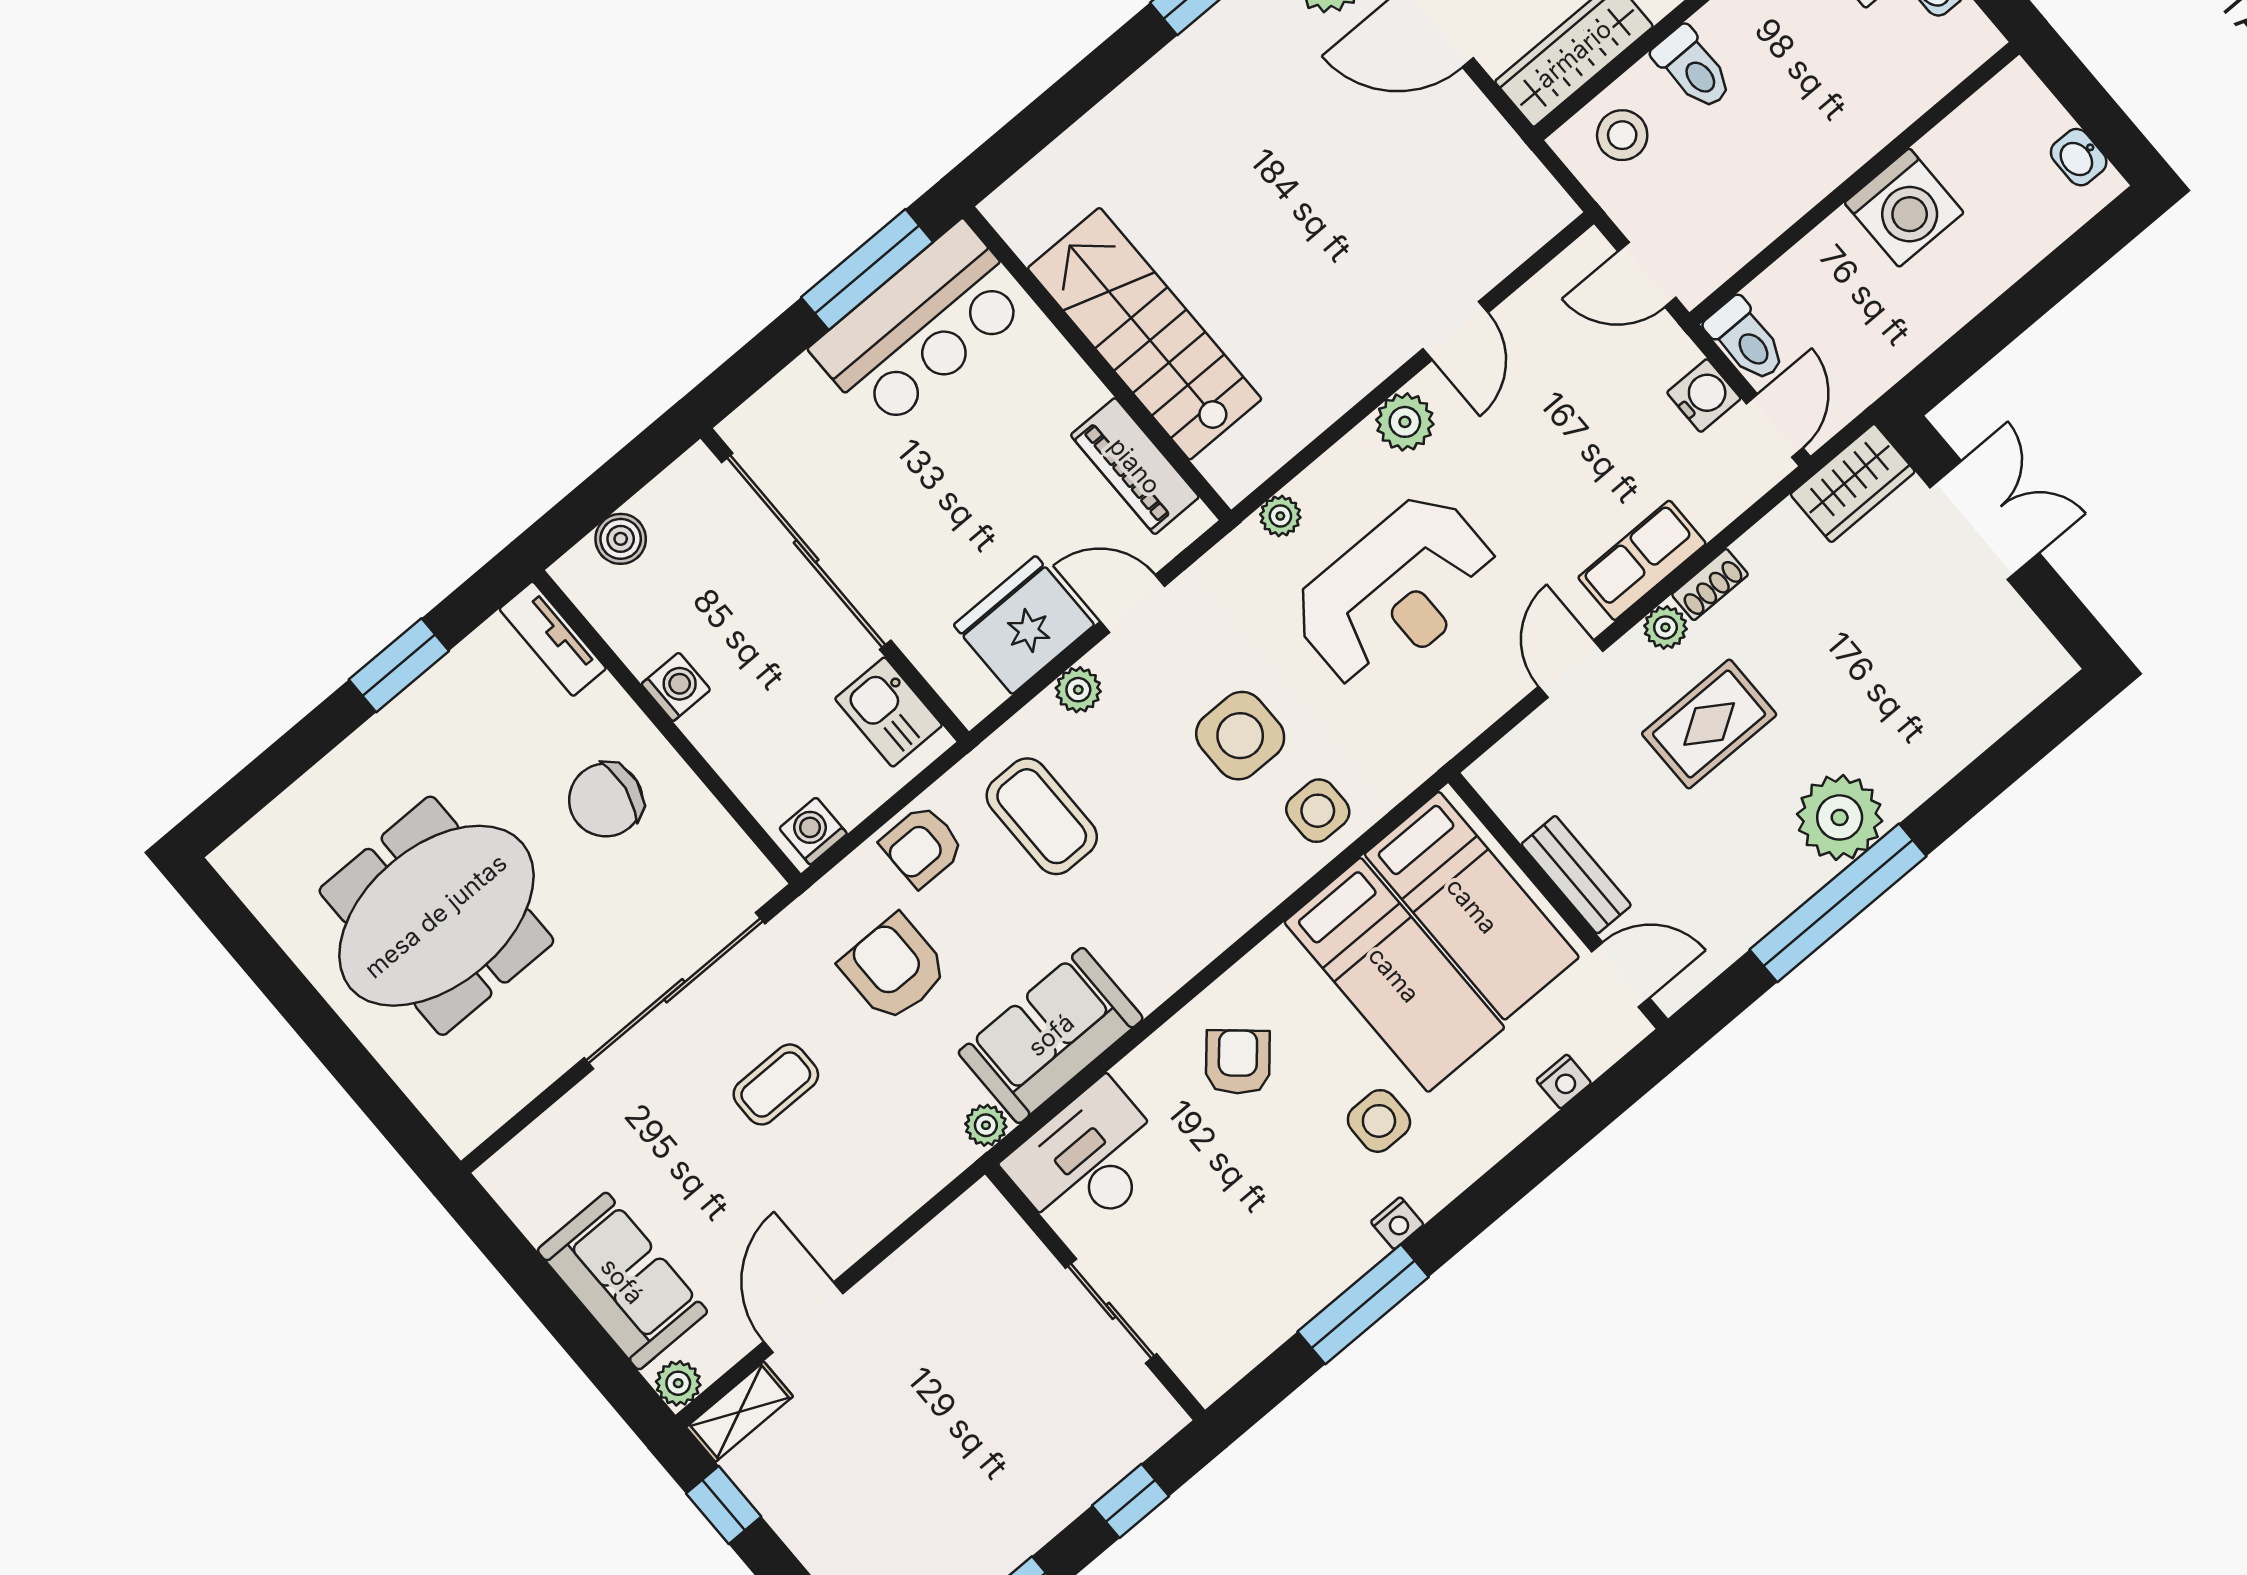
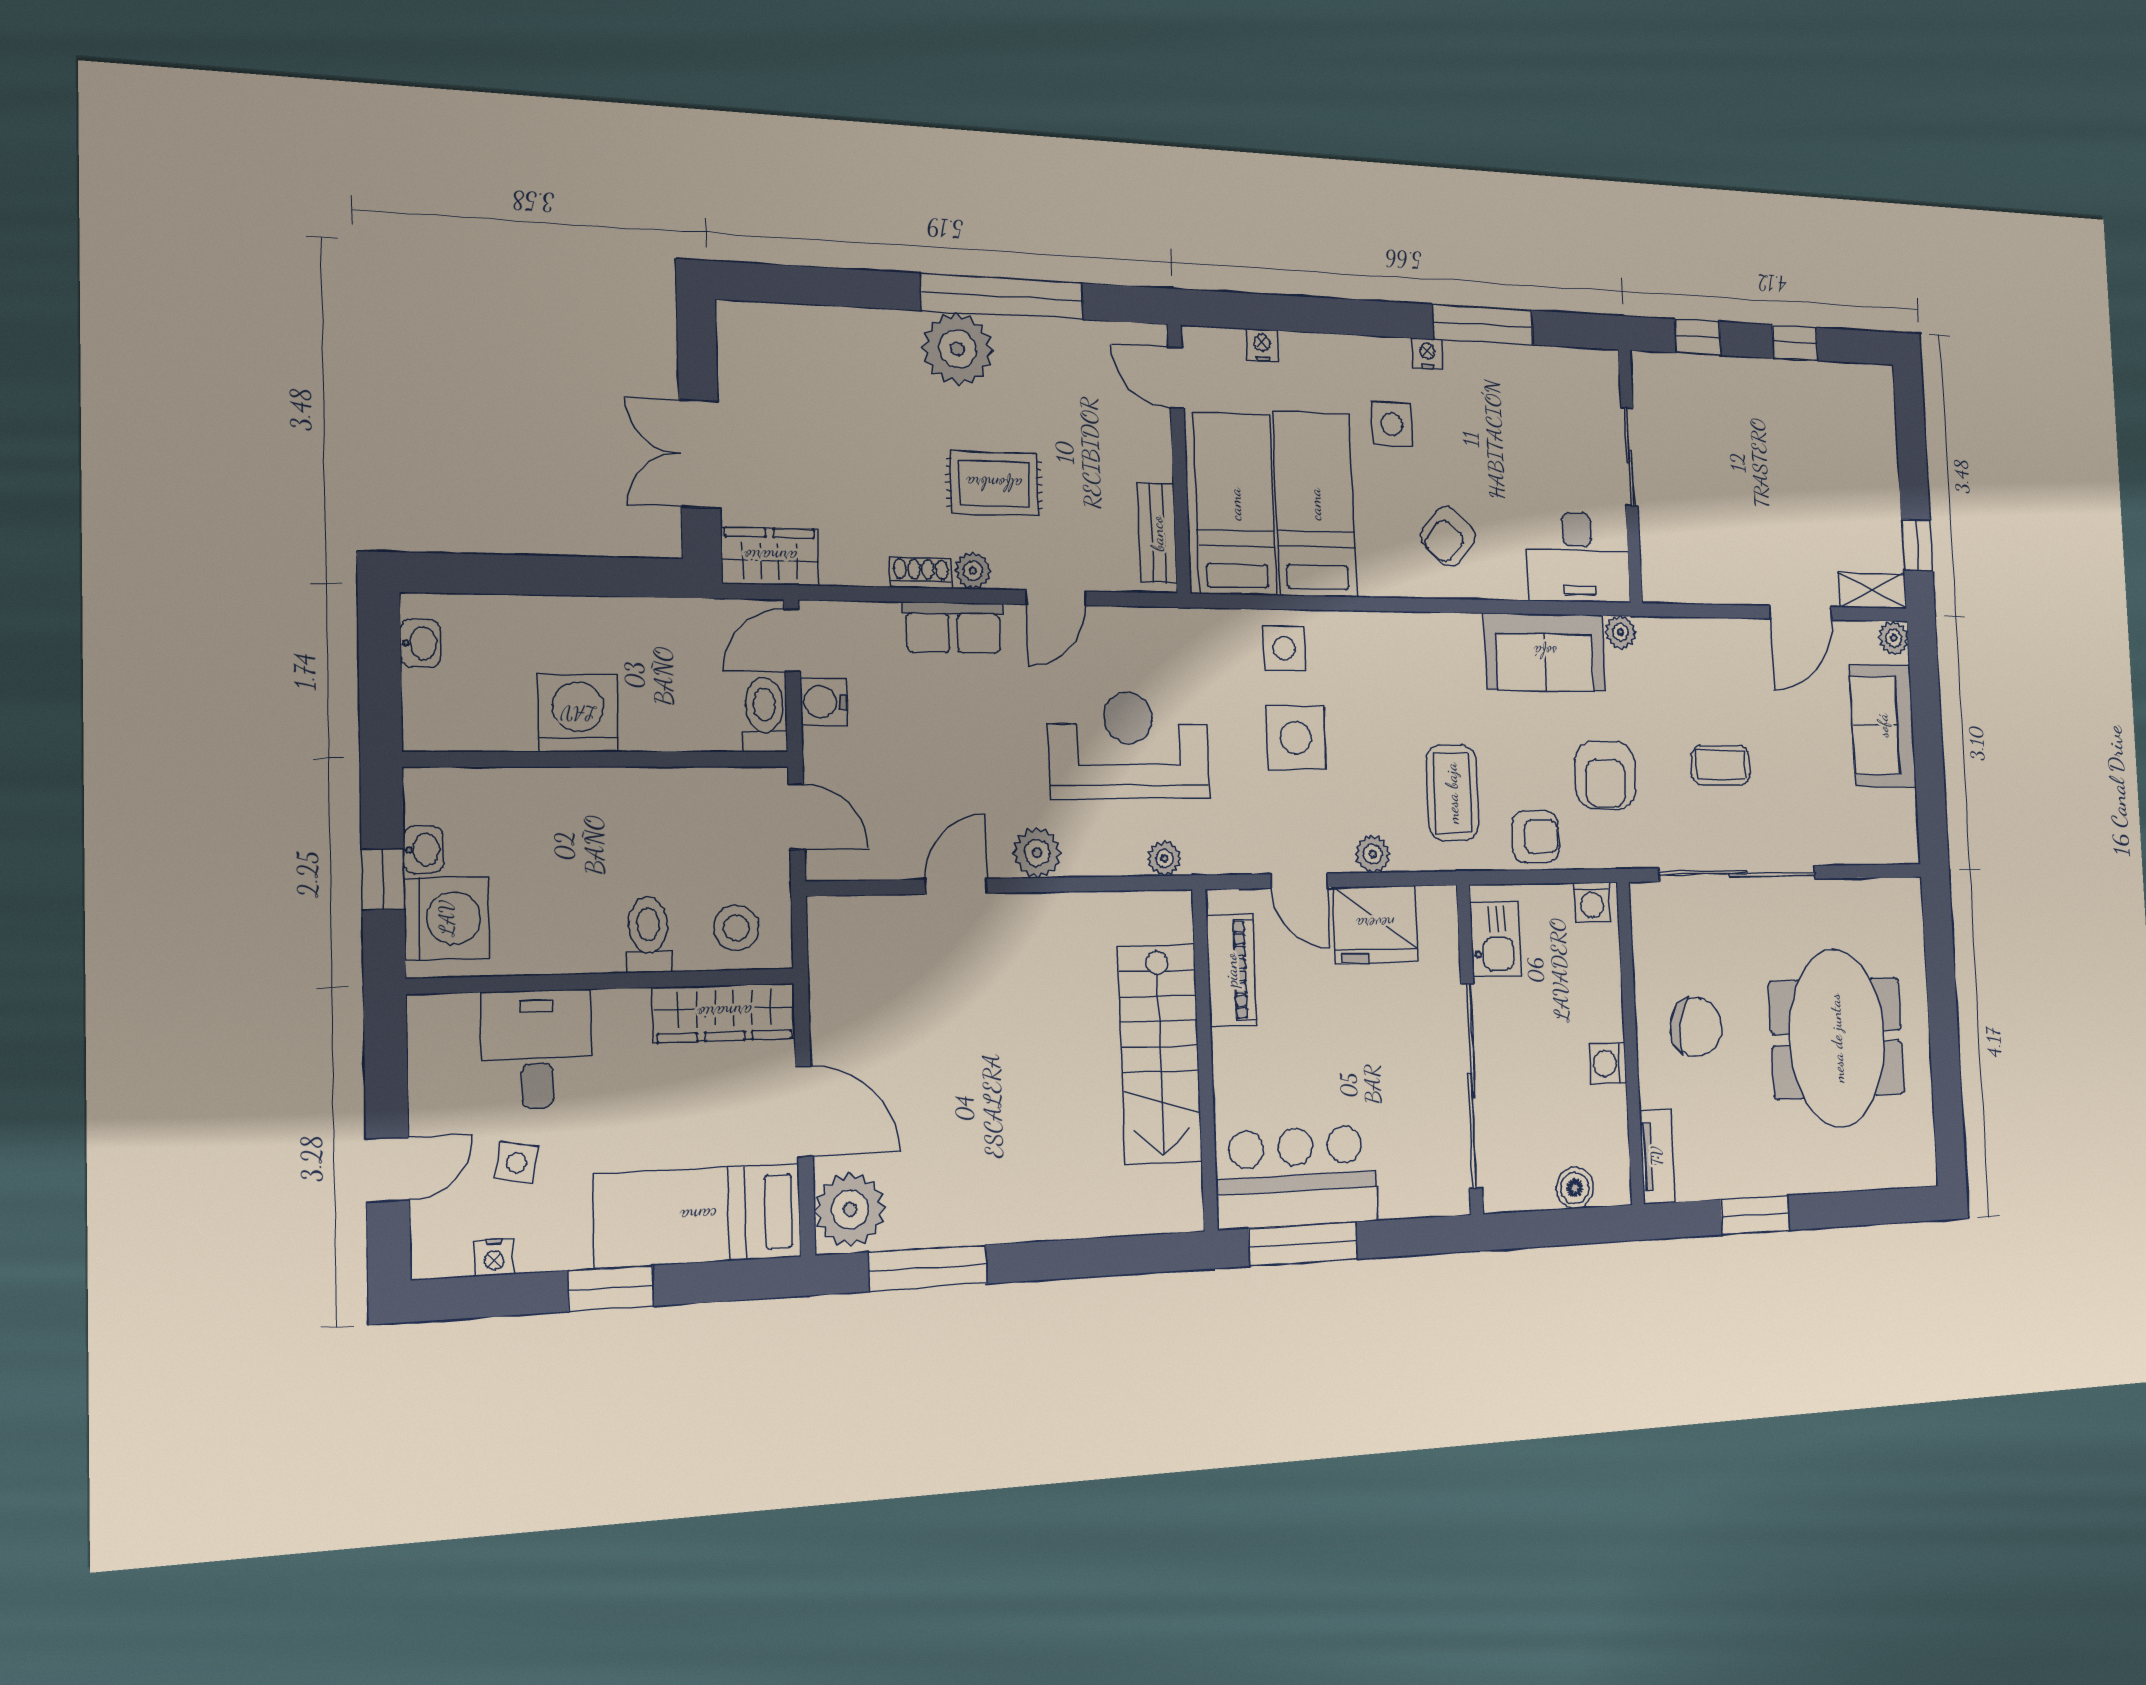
bench: (1576, 875) -> (1157, 533), moved
meeting table: (436, 916) -> (1837, 1038), turned 90

